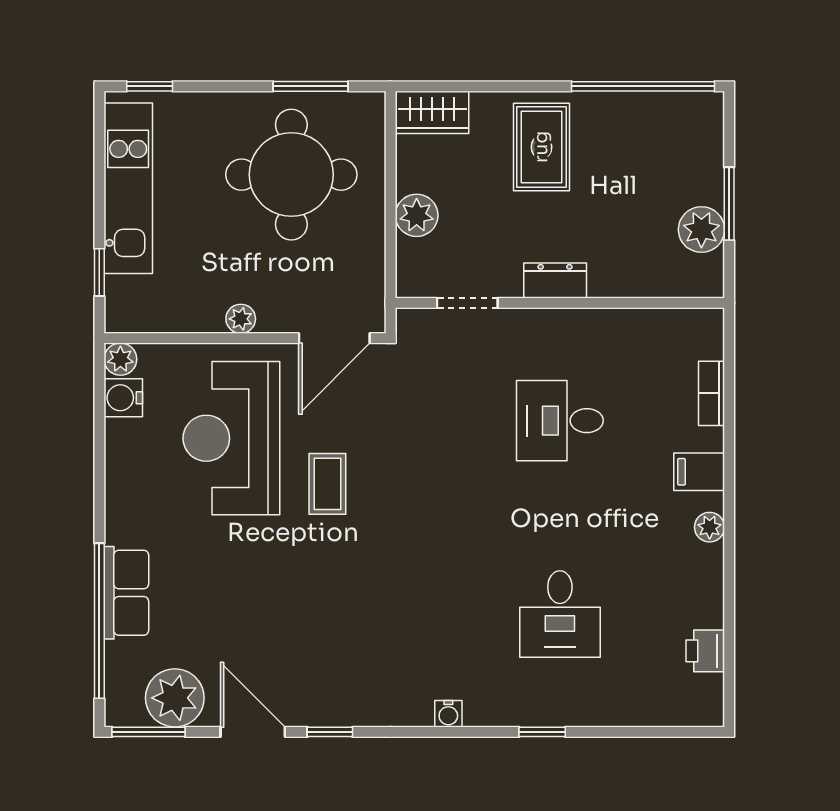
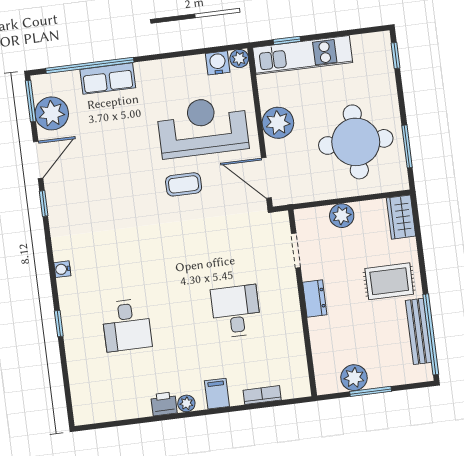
bench: (635, 107) -> (418, 331), added
kitchen unit: (128, 188) -> (303, 55), moved
plant: (241, 319) -> (278, 123), width x1.87, depth x1.87
desk: (560, 614) -> (127, 325), turned -90
printer: (705, 651) -> (164, 404), moved

